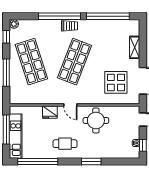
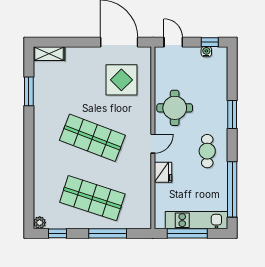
window: (59, 16) -> (29, 159), removed
window: (108, 16) -> (29, 91), width x0.47
trolley: (69, 26) -> (42, 145), removed
shelving: (135, 47) -> (49, 54), moved
shop shelf: (31, 62) -> (92, 198), turned 36

